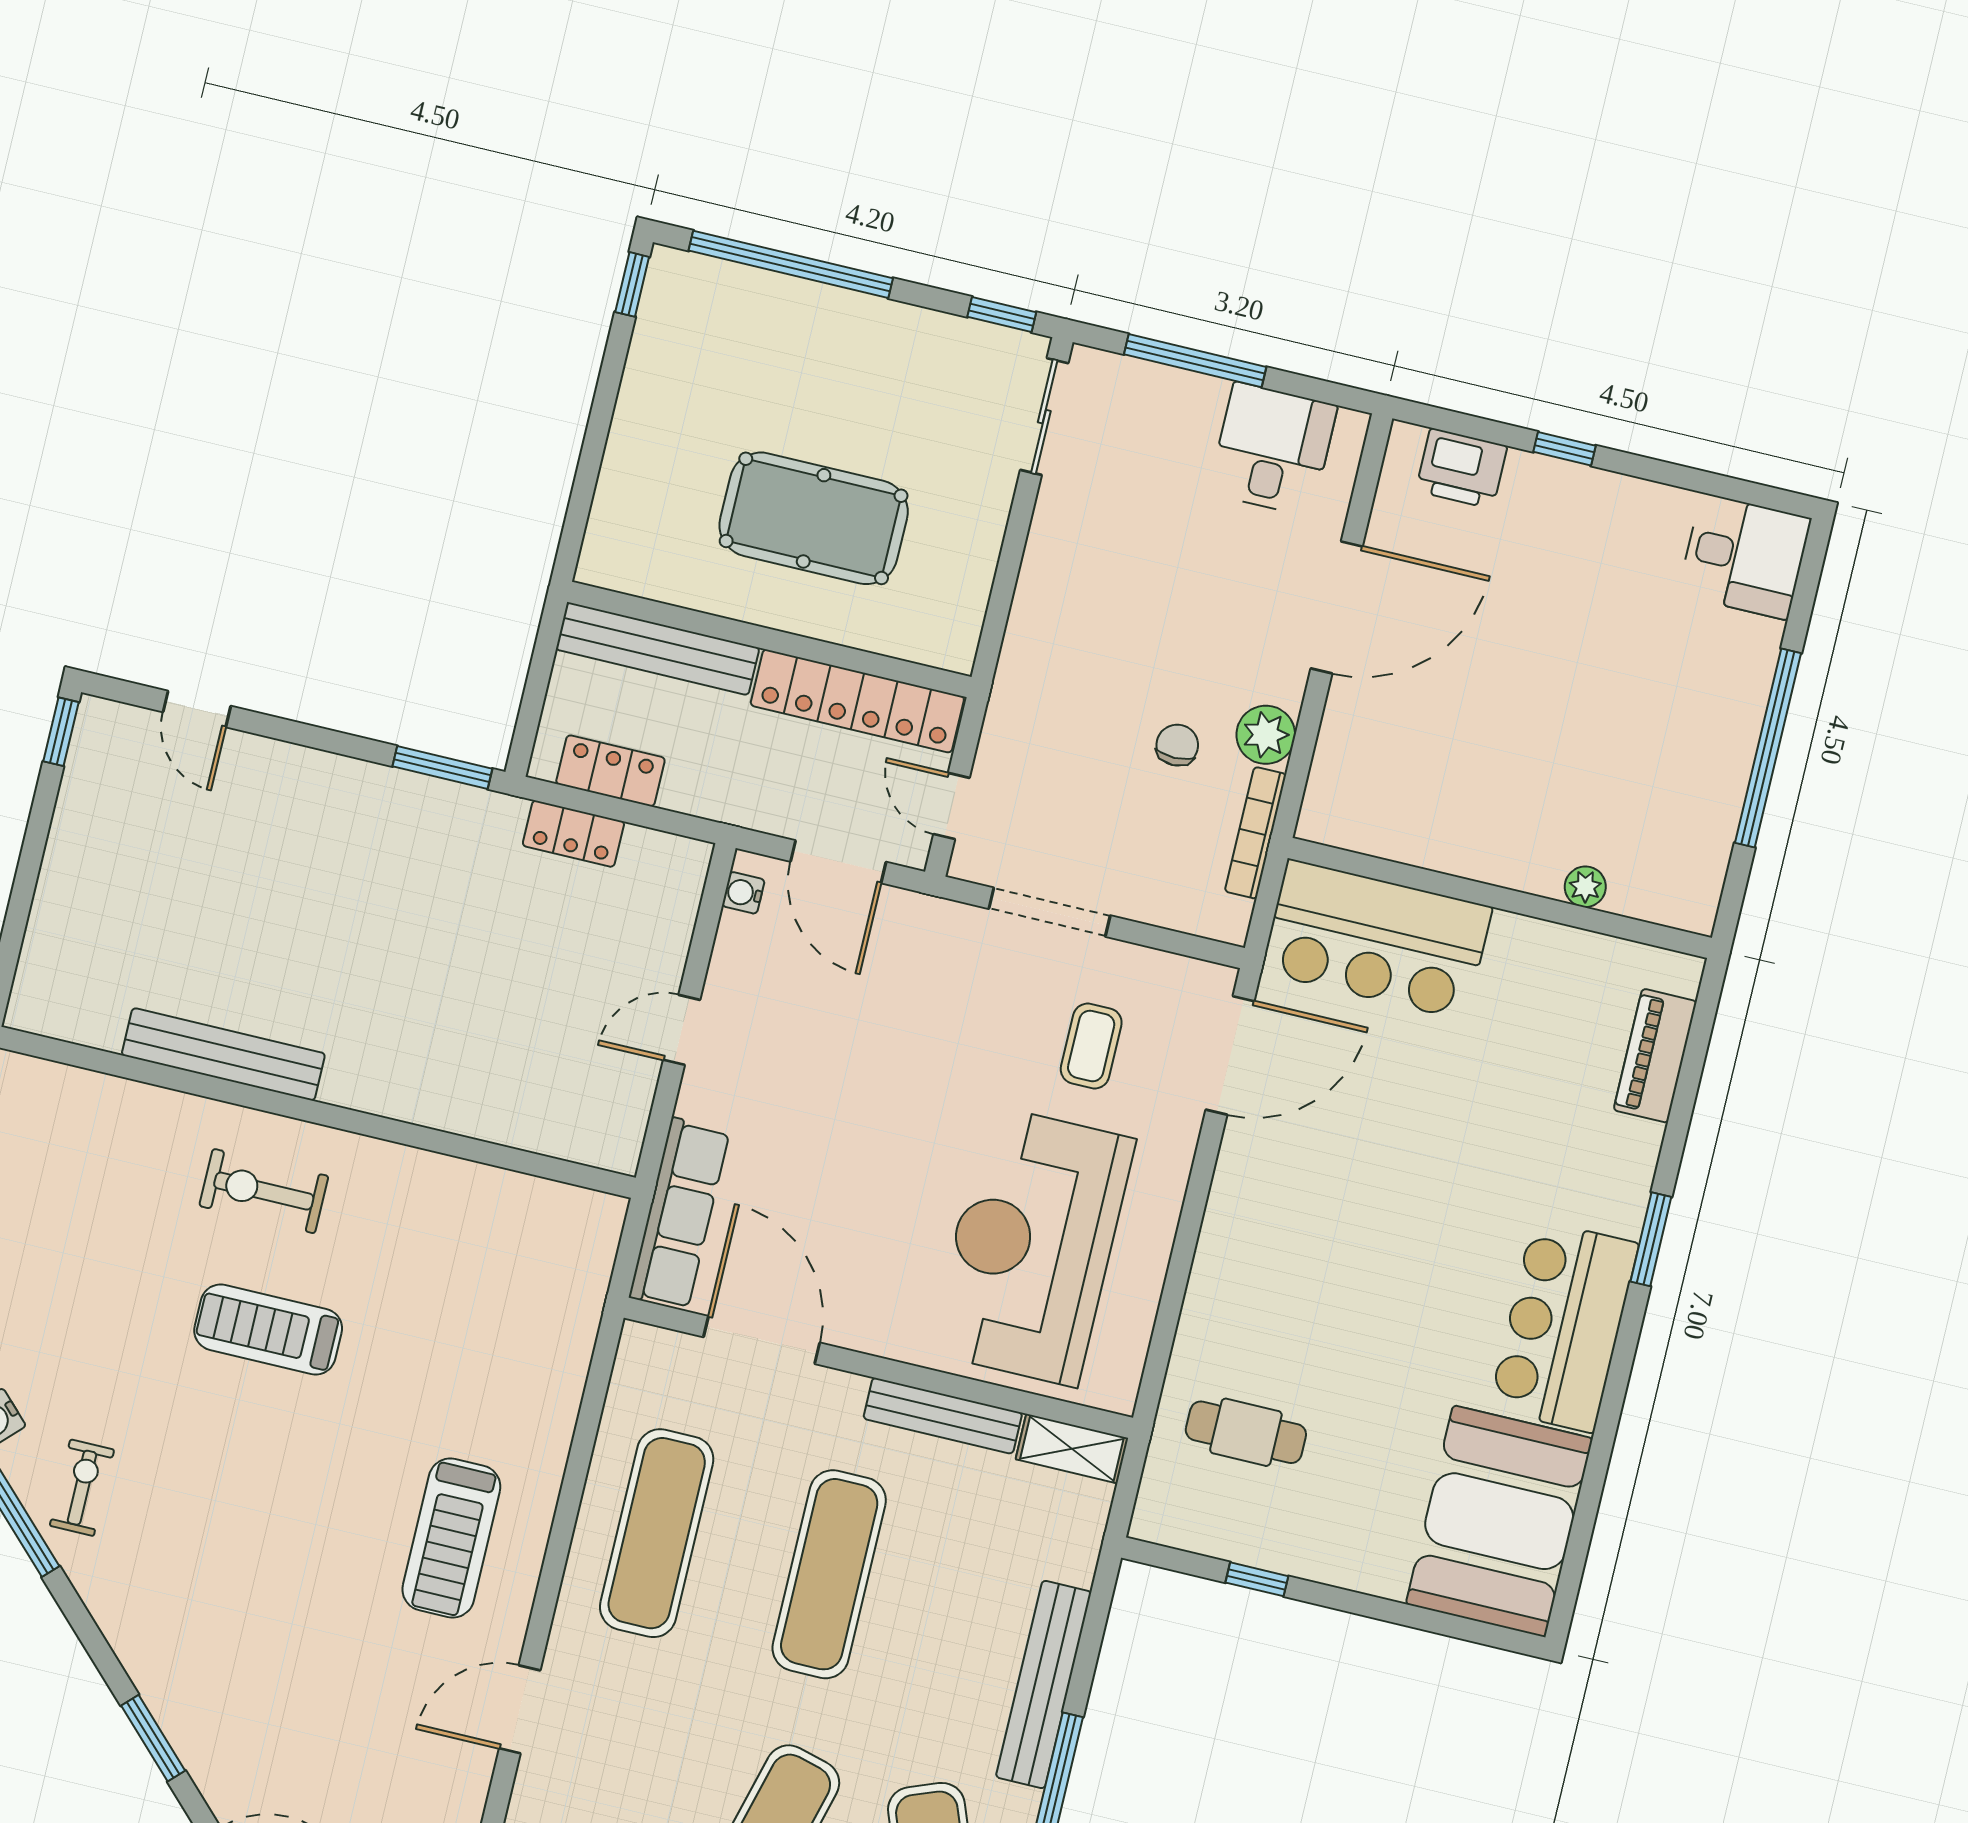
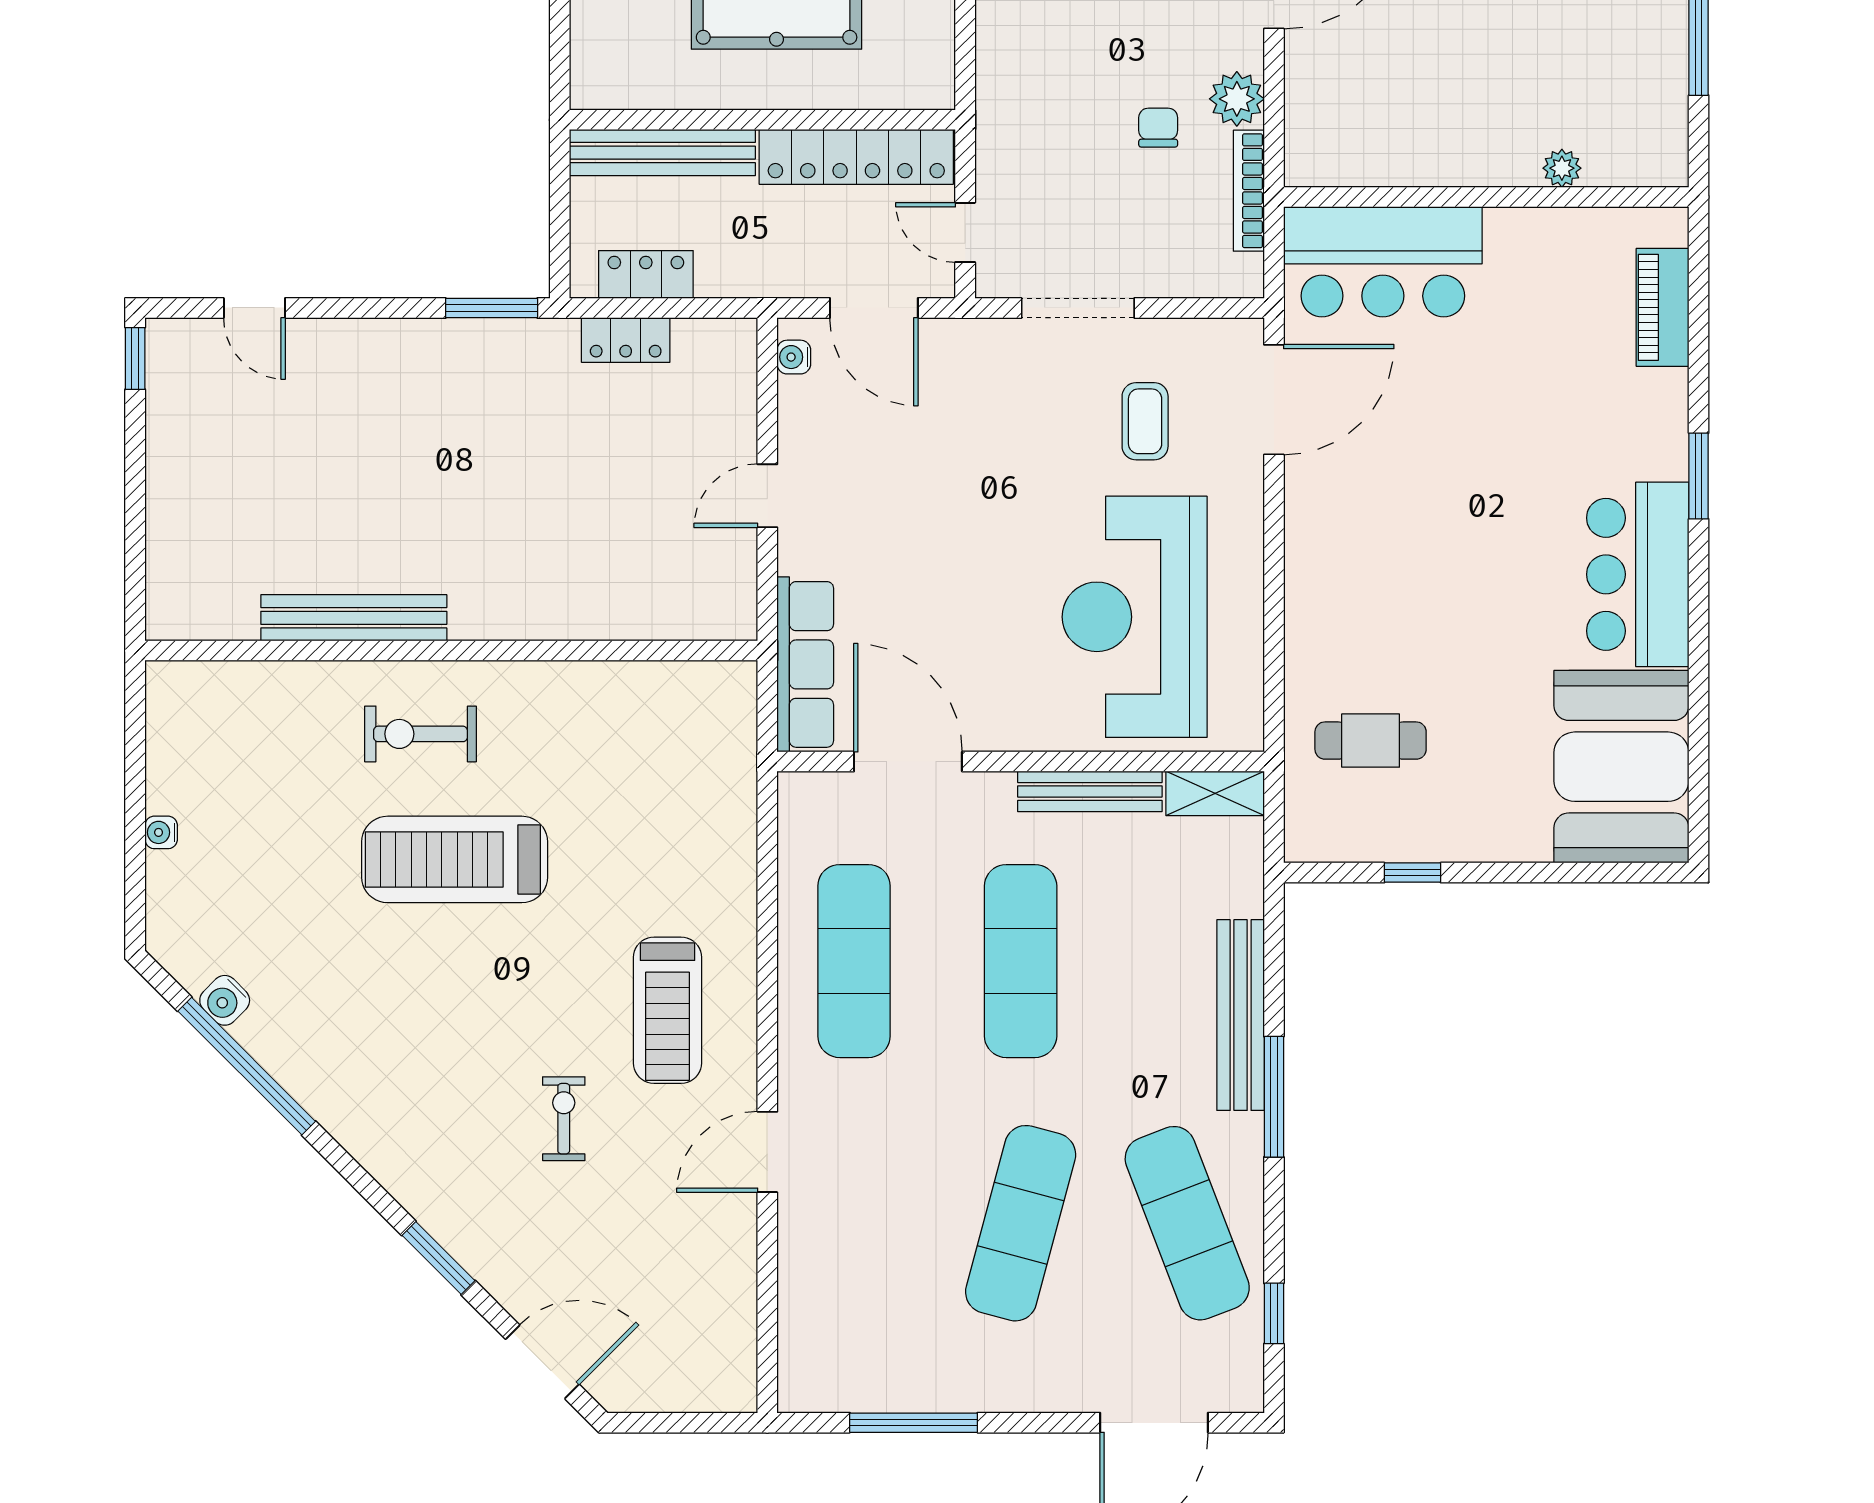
treadmill: (268, 1329) -> (455, 859), width x1.37, depth x1.38
exercise bike: (82, 1488) -> (564, 1119), moved

